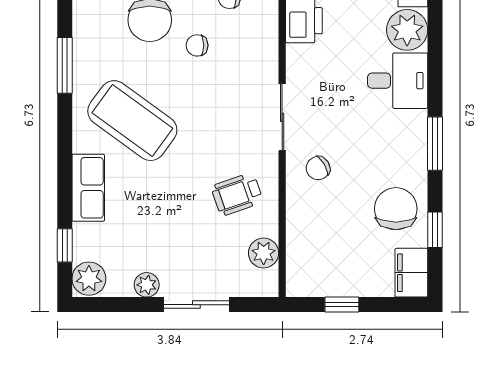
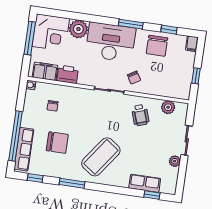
chair: (197, 45) -> (72, 123), removed
desk: (398, 81) -> (111, 42), width x1.87, depth x1.30
row of seats: (88, 188) -> (145, 183), moved
chair: (396, 209) -> (157, 46), turned -90
filing cabinet: (411, 273) -> (192, 44), width x0.50
plant: (89, 279) -> (168, 186), removed

